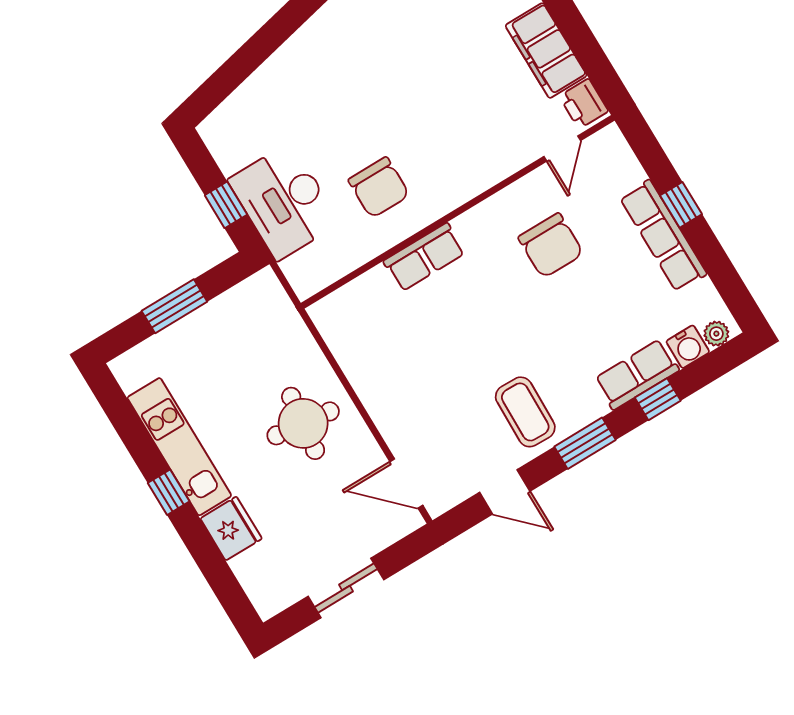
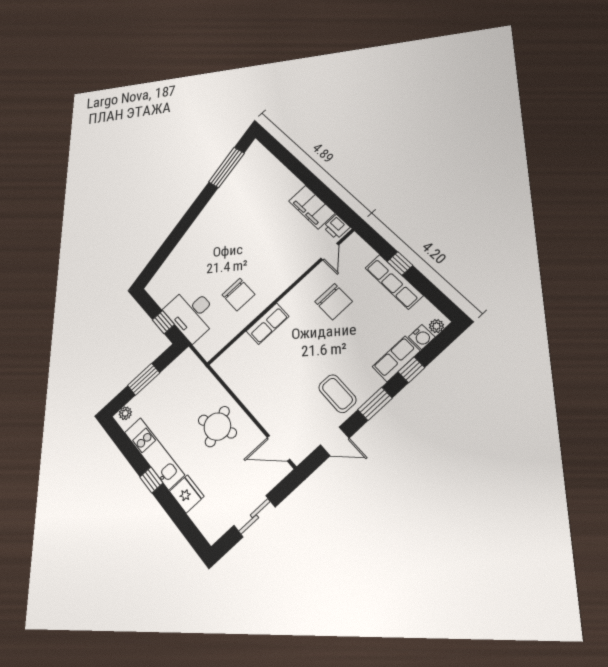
plant: (132, 362) -> (125, 413), added
round table: (303, 423) -> (217, 427), turned -31

